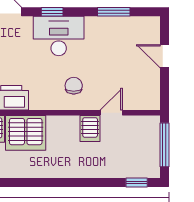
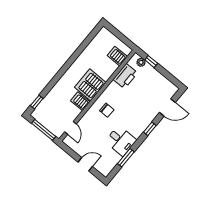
desk: (59, 36) -> (121, 141), moved, width x0.73
door: (111, 113) -> (71, 128), moved
server rack: (26, 133) -> (90, 85), moved

